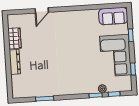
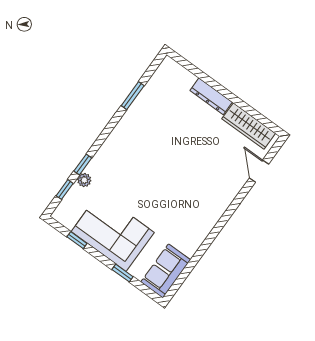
door: (42, 10) -> (259, 171), moved
wardrobe: (14, 38) -> (249, 126), width x1.50

